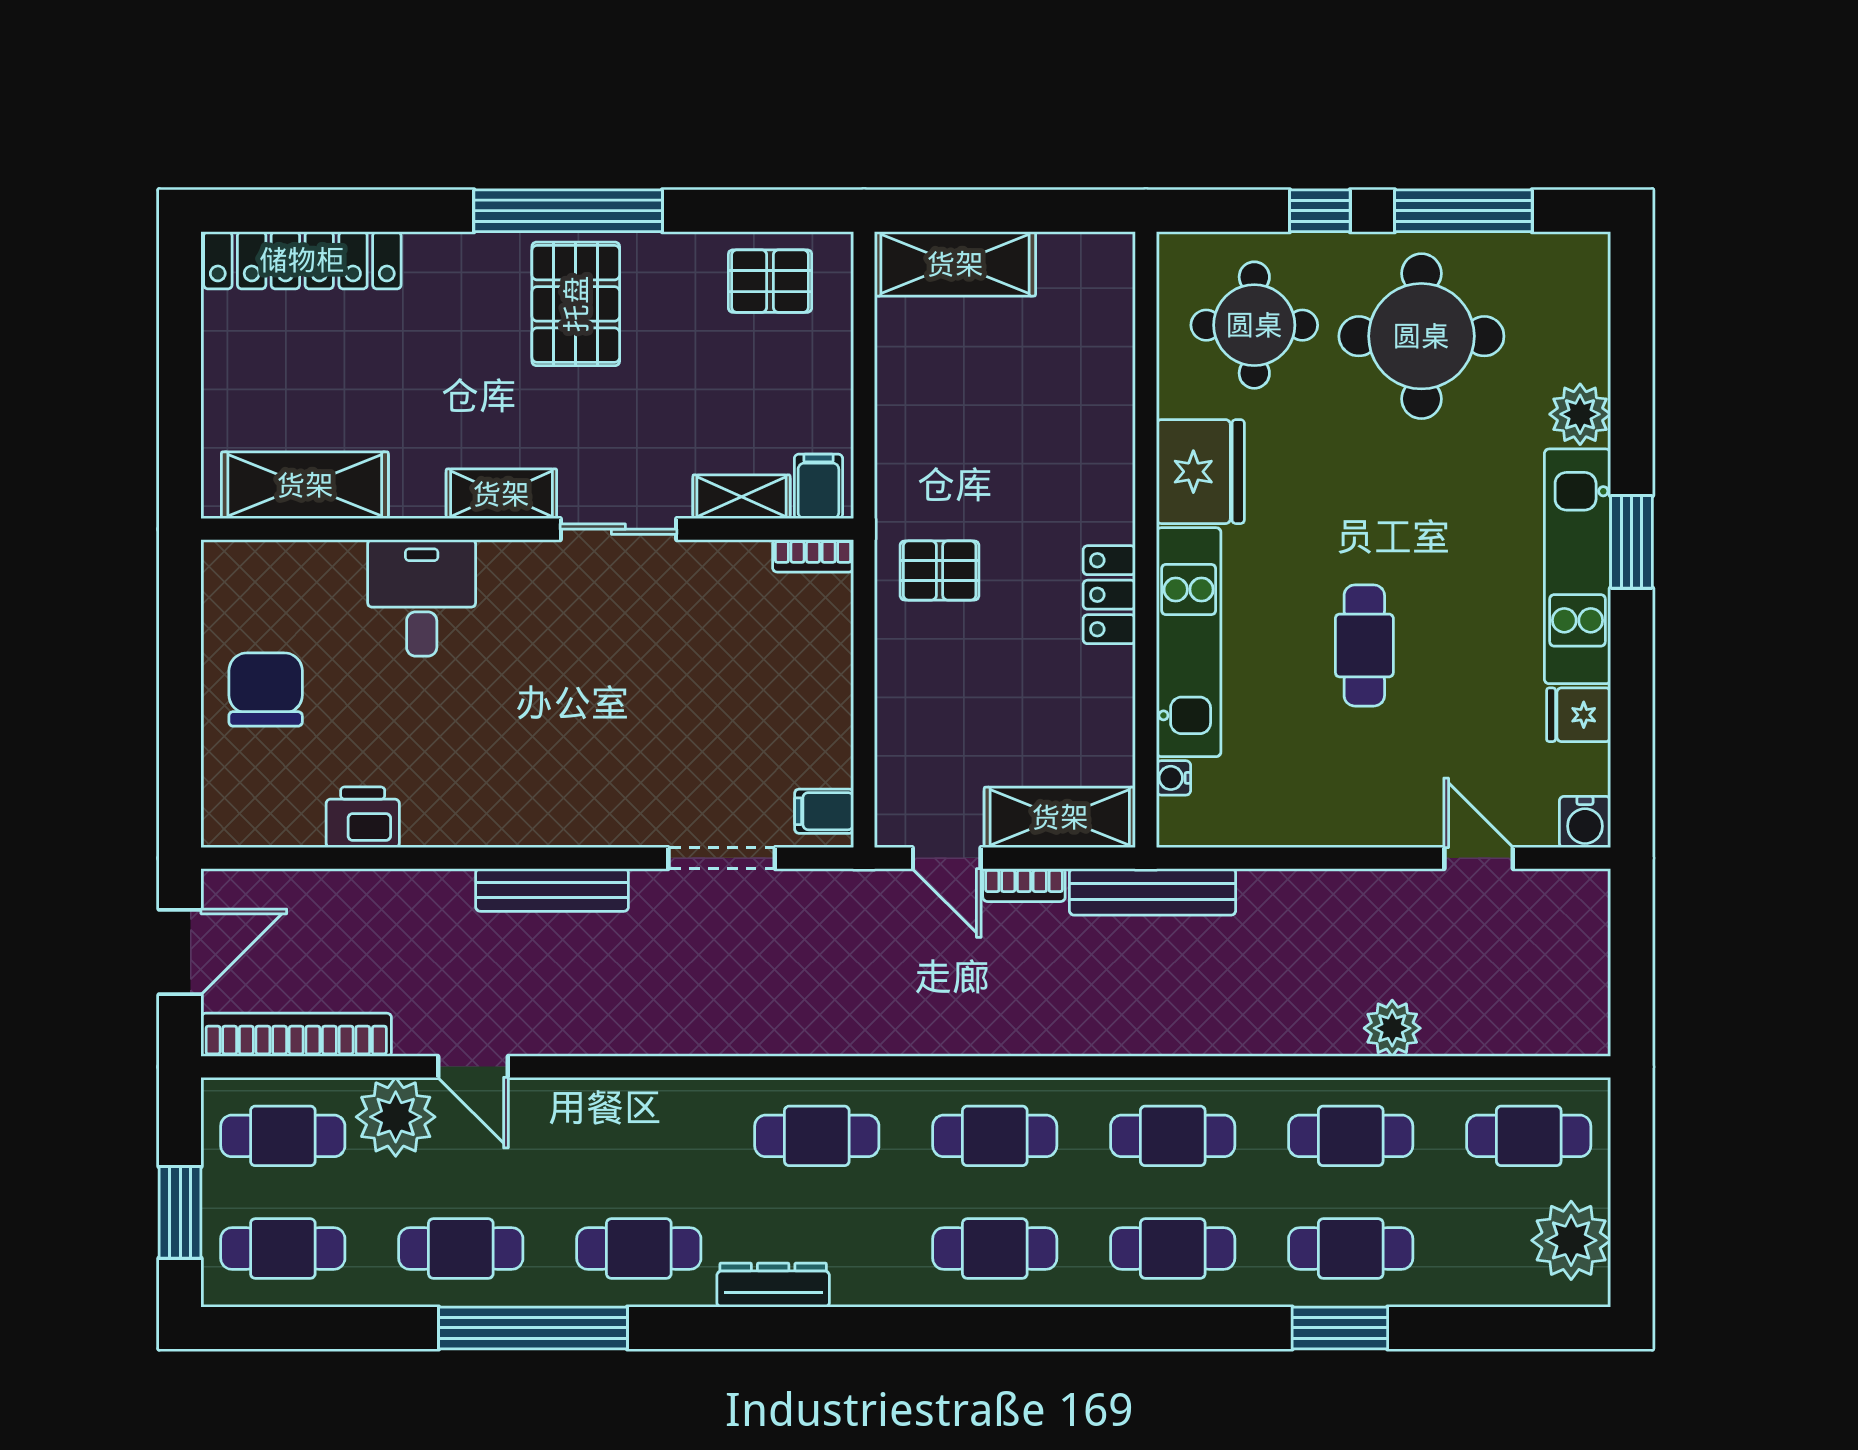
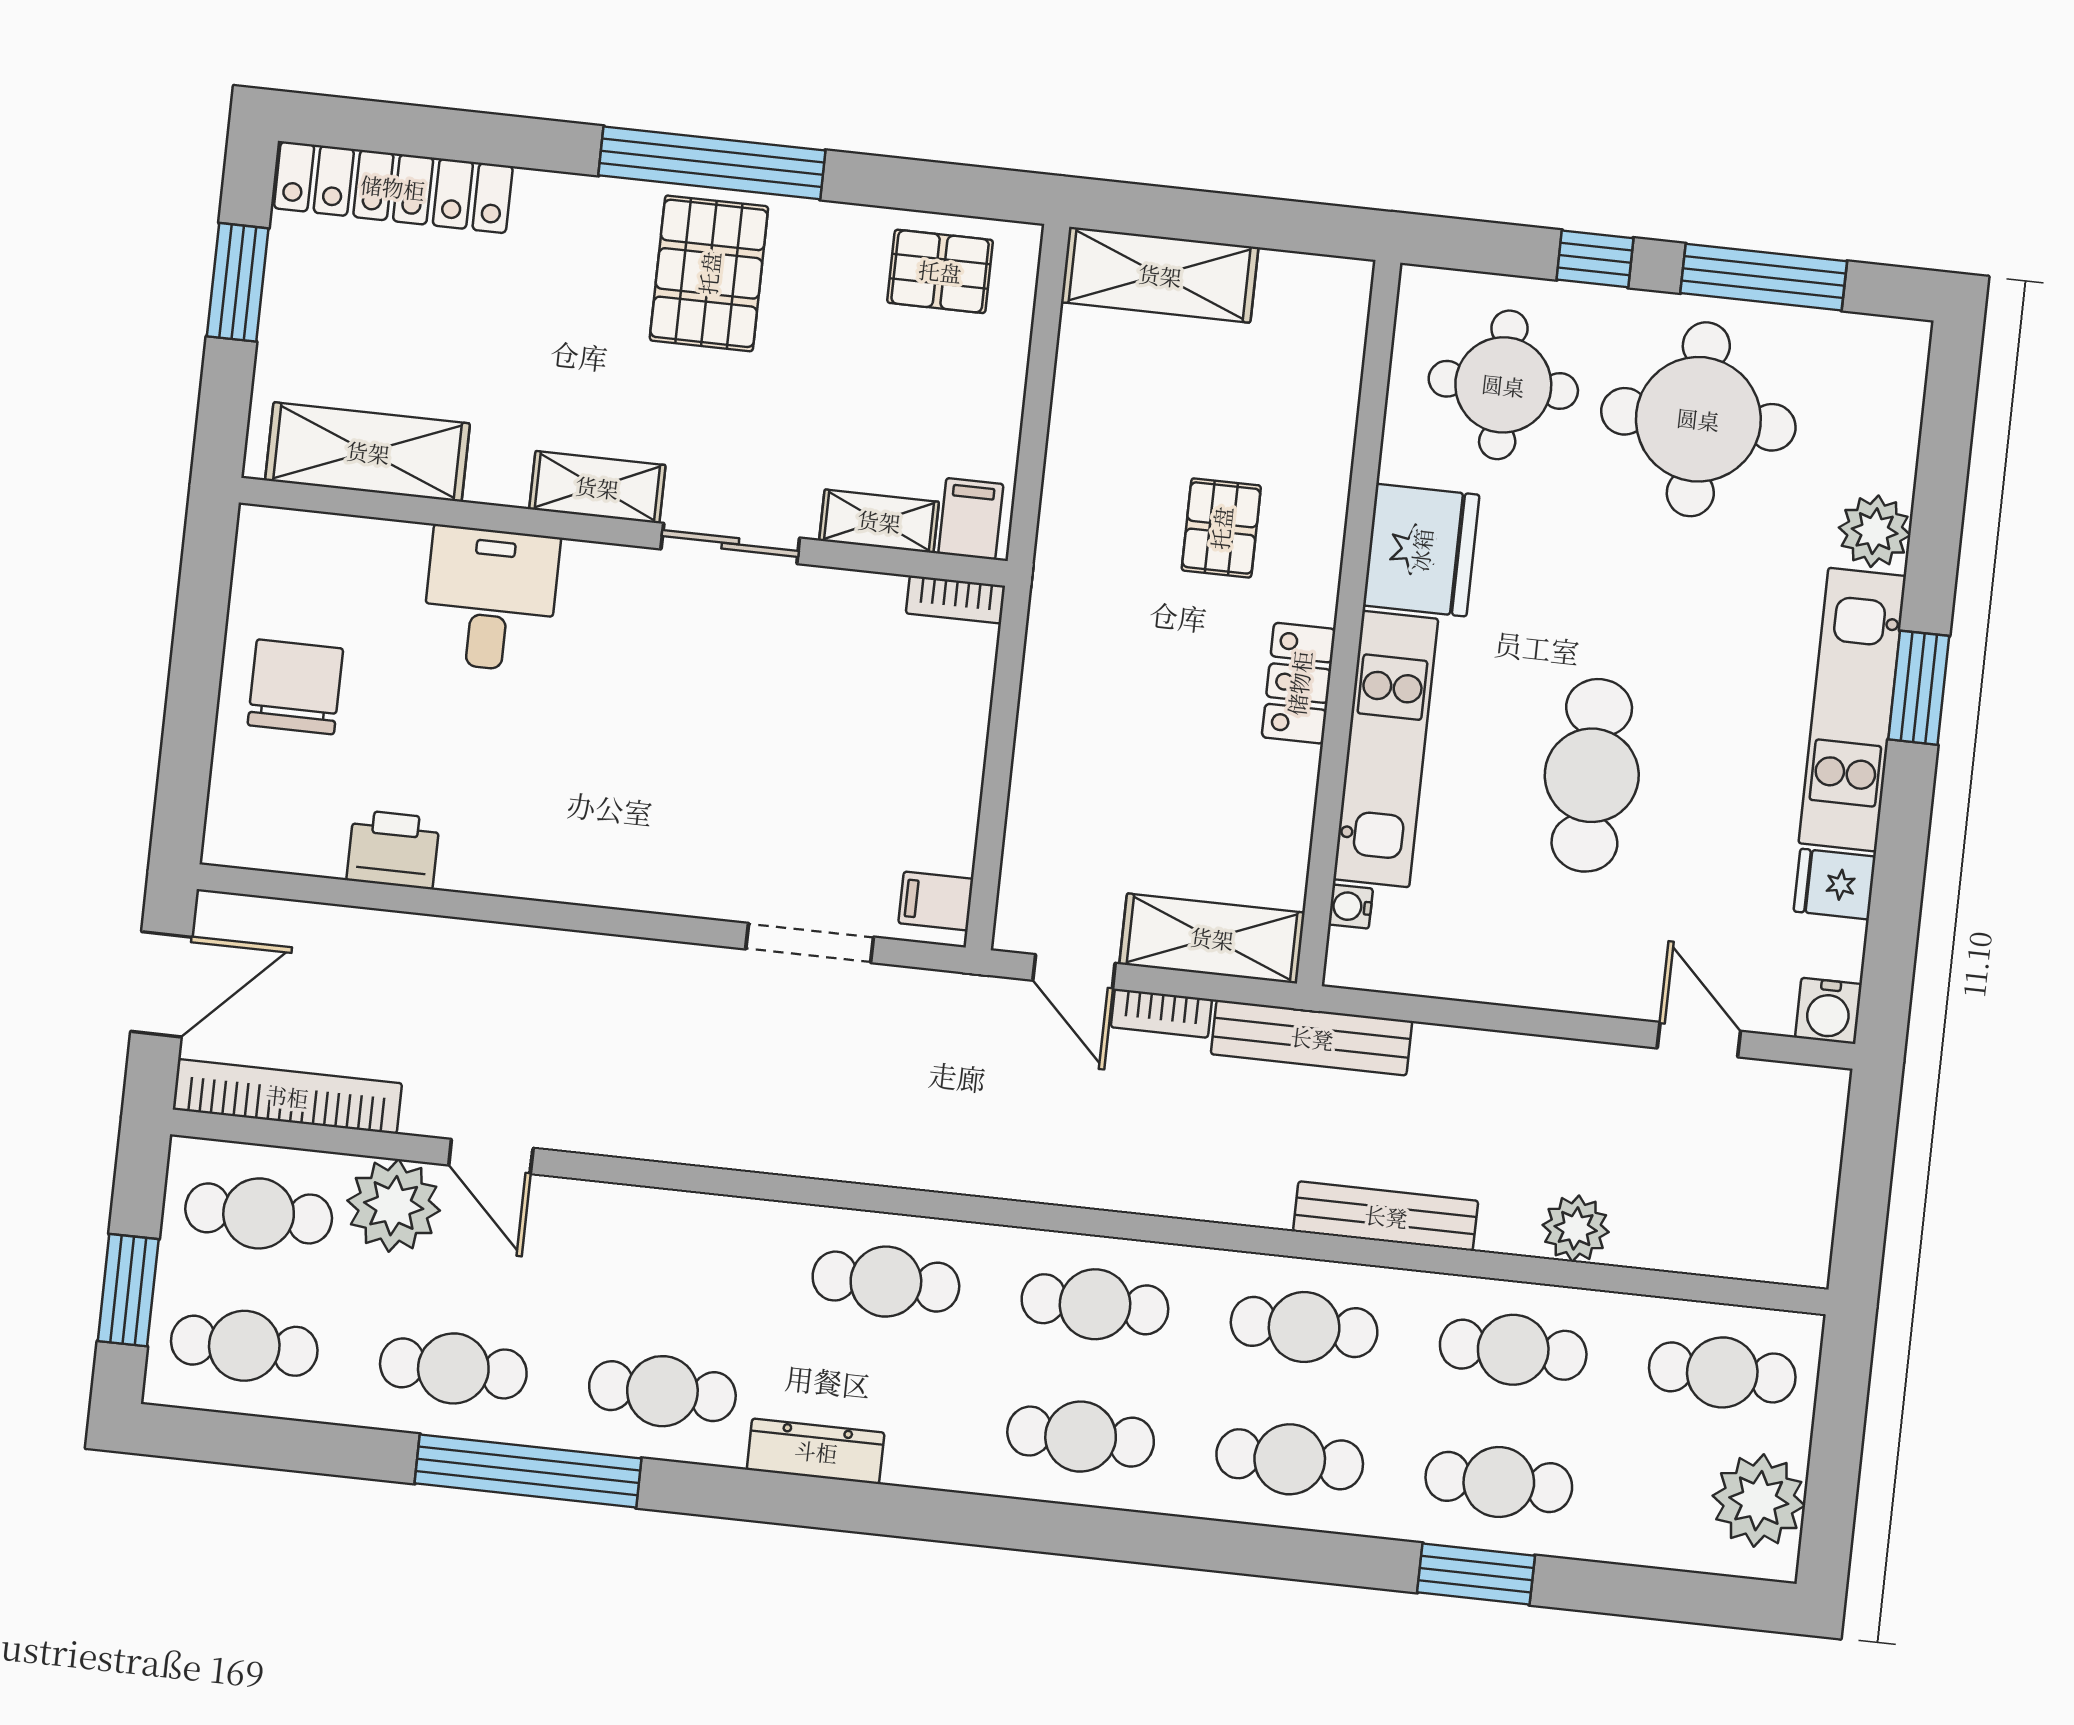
window: (180, 354) -> (238, 282), added
pallet: (940, 570) -> (1221, 528), moved, turned 90
cafe table: (1364, 645) -> (1592, 775), width x1.37, depth x1.35
bench: (552, 890) -> (1386, 1216), moved

